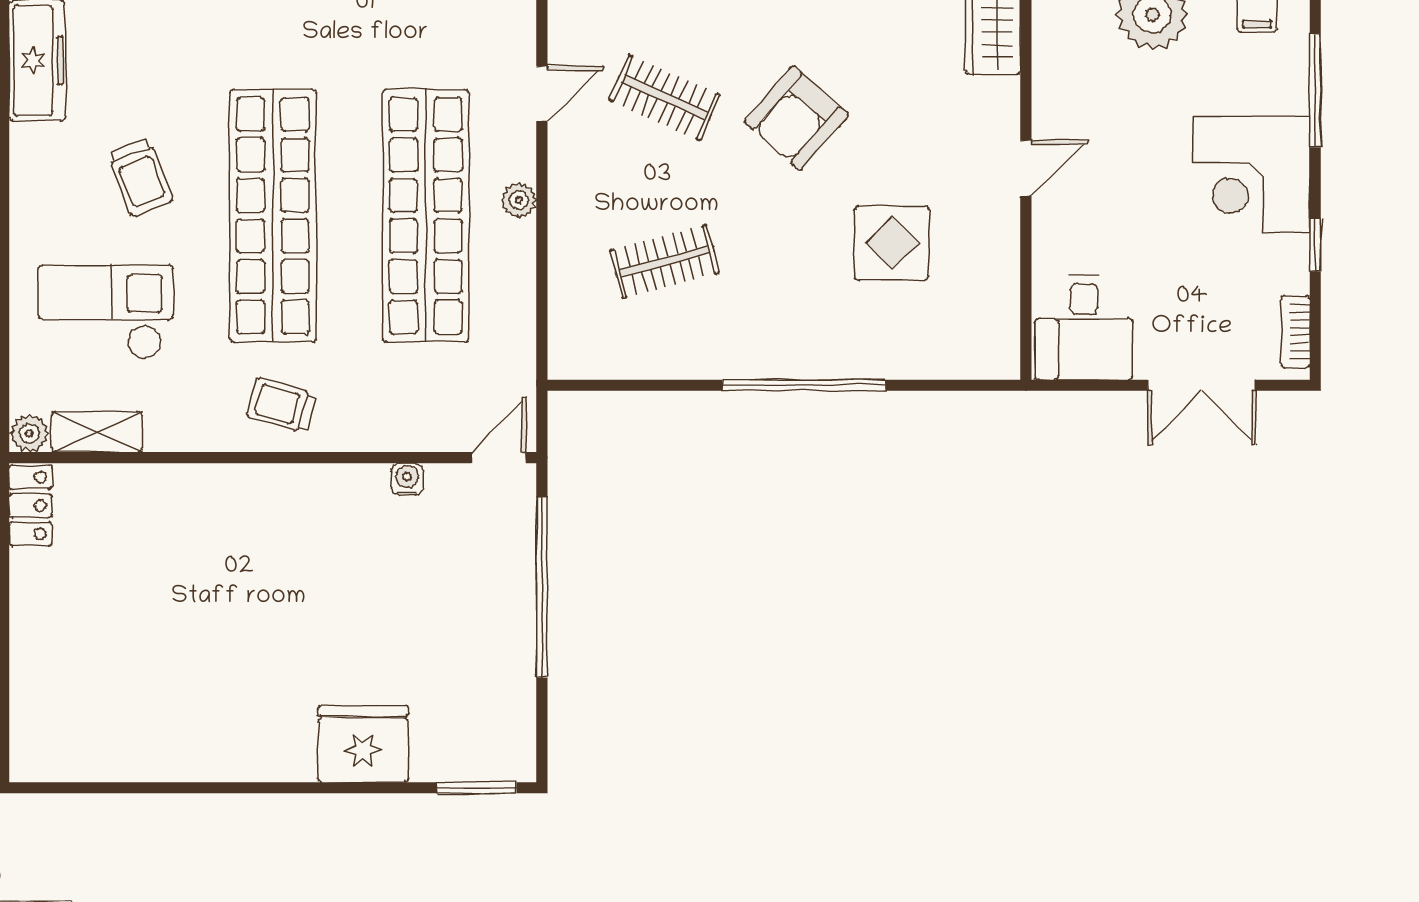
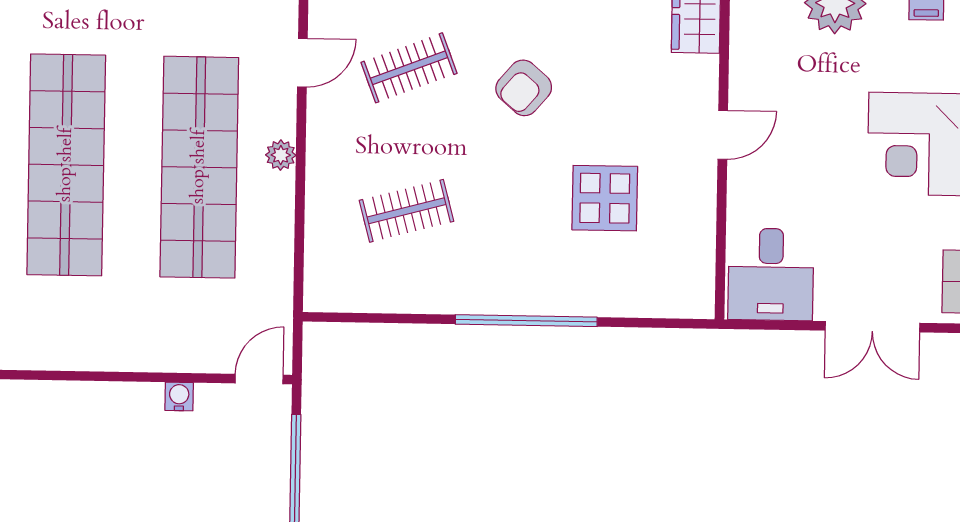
clothes rail: (664, 97) -> (409, 68), turned -45
armchair: (796, 118) -> (524, 88), width x0.72, depth x0.72
trolley: (282, 405) -> (71, 330), removed

